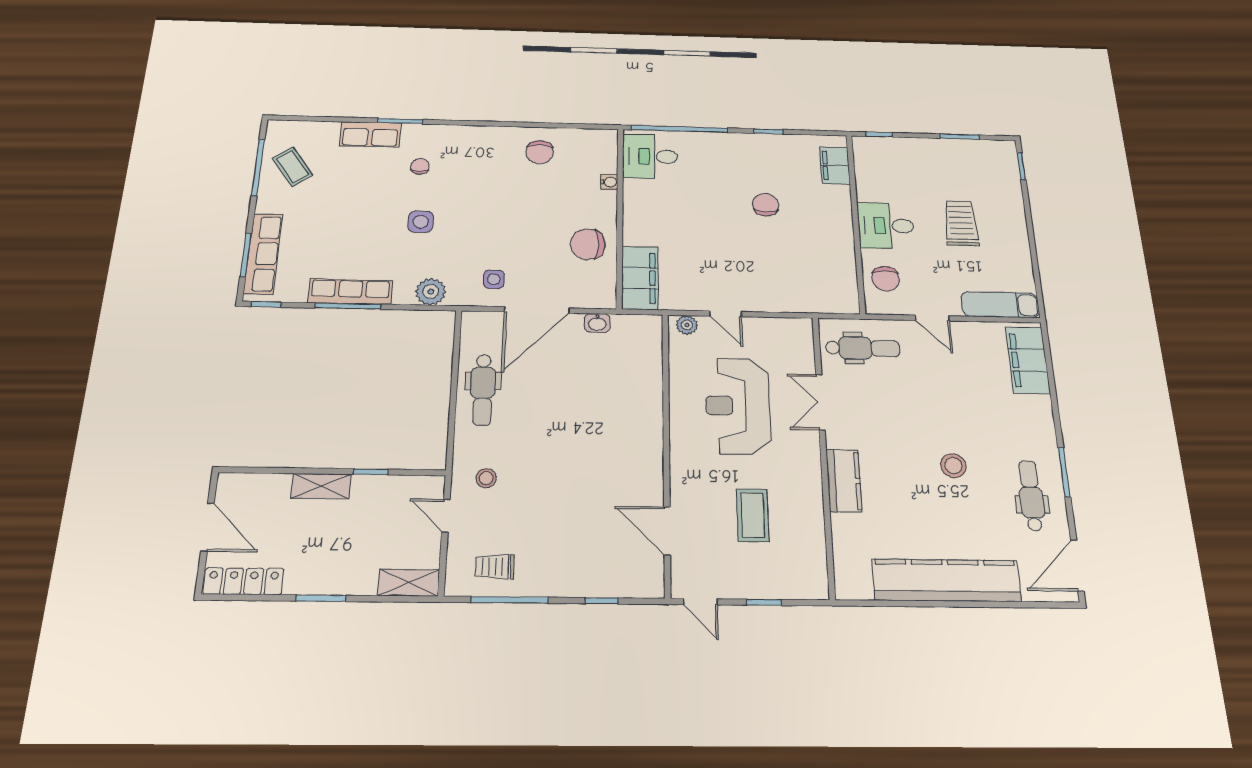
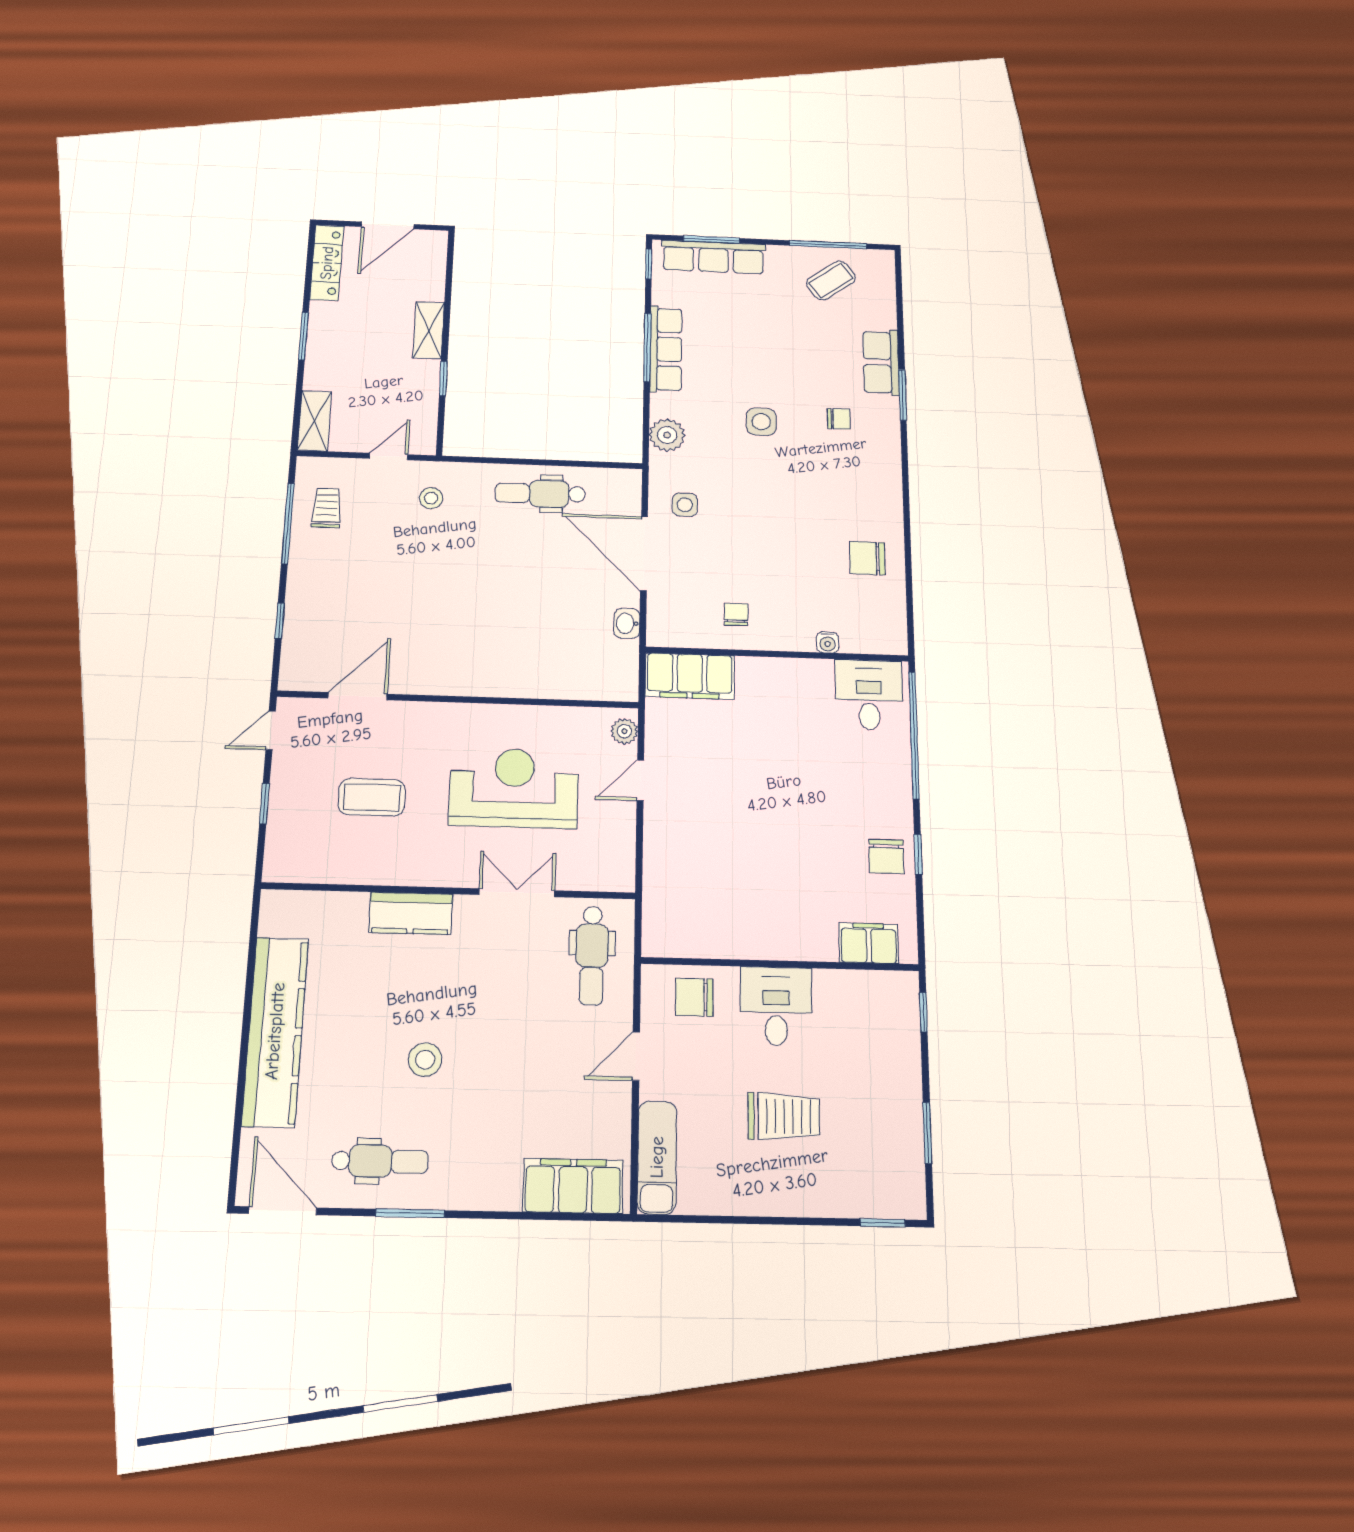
chair: (766, 205) -> (886, 856), moved, turned 90
chair: (588, 244) -> (736, 614), width x0.54, depth x0.54

